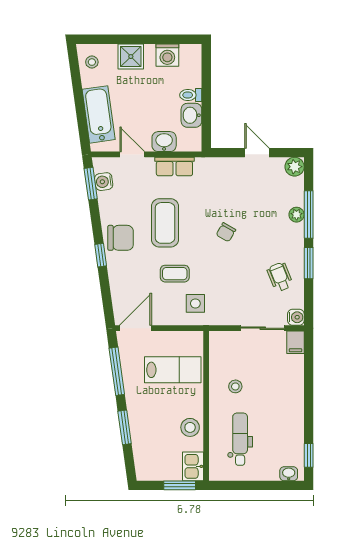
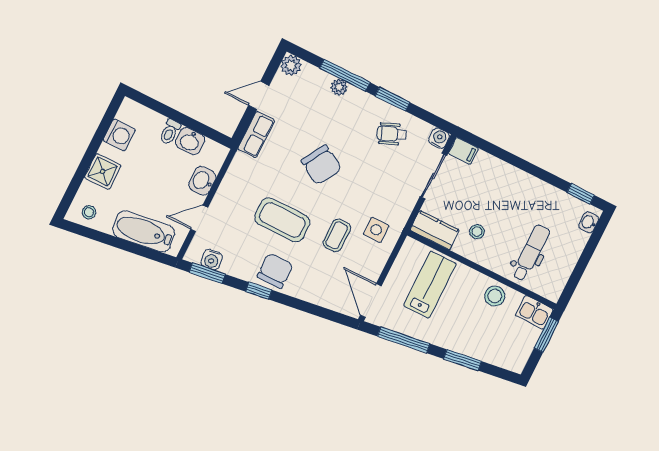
row of seats: (174, 167) -> (256, 135), moved
chair: (226, 232) -> (321, 165), width x1.87, depth x1.87
window: (101, 255) -> (259, 291), moved
kitchen counter: (219, 351) -> (435, 230), added
dental chair: (240, 439) -> (531, 253), turned 90

